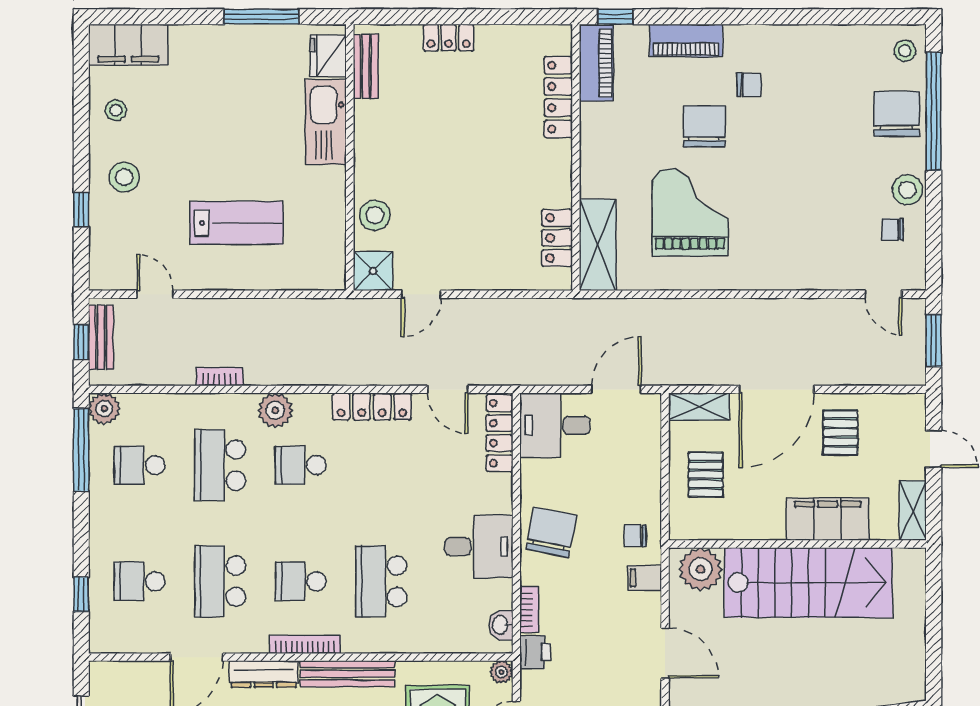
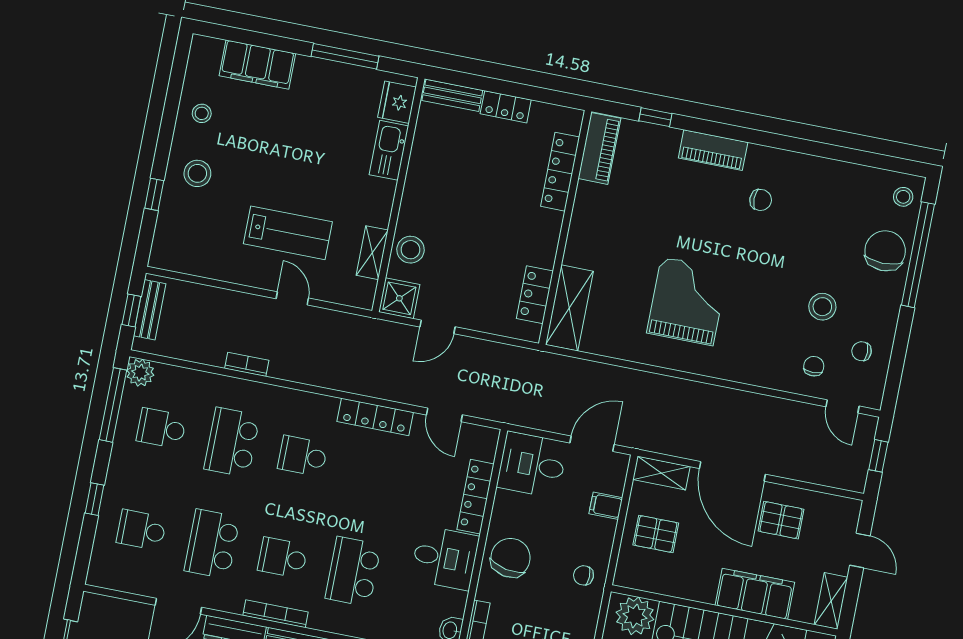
filing cabinet: (128, 45) -> (257, 65), moved
piano: (596, 63) -> (599, 148), moved
bench: (366, 66) -> (452, 95), moved, turned 90
locker: (558, 97) -> (560, 172), moved
kitchen sink: (326, 122) -> (389, 150), width x0.73, depth x0.81
chair: (704, 126) -> (814, 366), moved, width x0.54, depth x0.54
wall: (576, 157) -> (565, 228), moved
stool: (907, 190) -> (822, 307), moved
shelving: (333, 227) -> (372, 253), added
locker: (557, 238) -> (535, 295), moved
shelving: (598, 245) -> (569, 308), moved
door: (155, 294) -> (292, 298), moved
window: (934, 341) -> (878, 456), width x0.67
door: (776, 389) -> (732, 471), hinge flipped
plant: (275, 410) -> (290, 404), removed
locker: (499, 433) -> (475, 497), moved
pallet: (840, 433) -> (781, 520), turned 90
pallet: (706, 475) -> (656, 534), turned 90
filing cabinet: (645, 578) -> (606, 506), moved
window: (81, 594) -> (94, 499), moved

